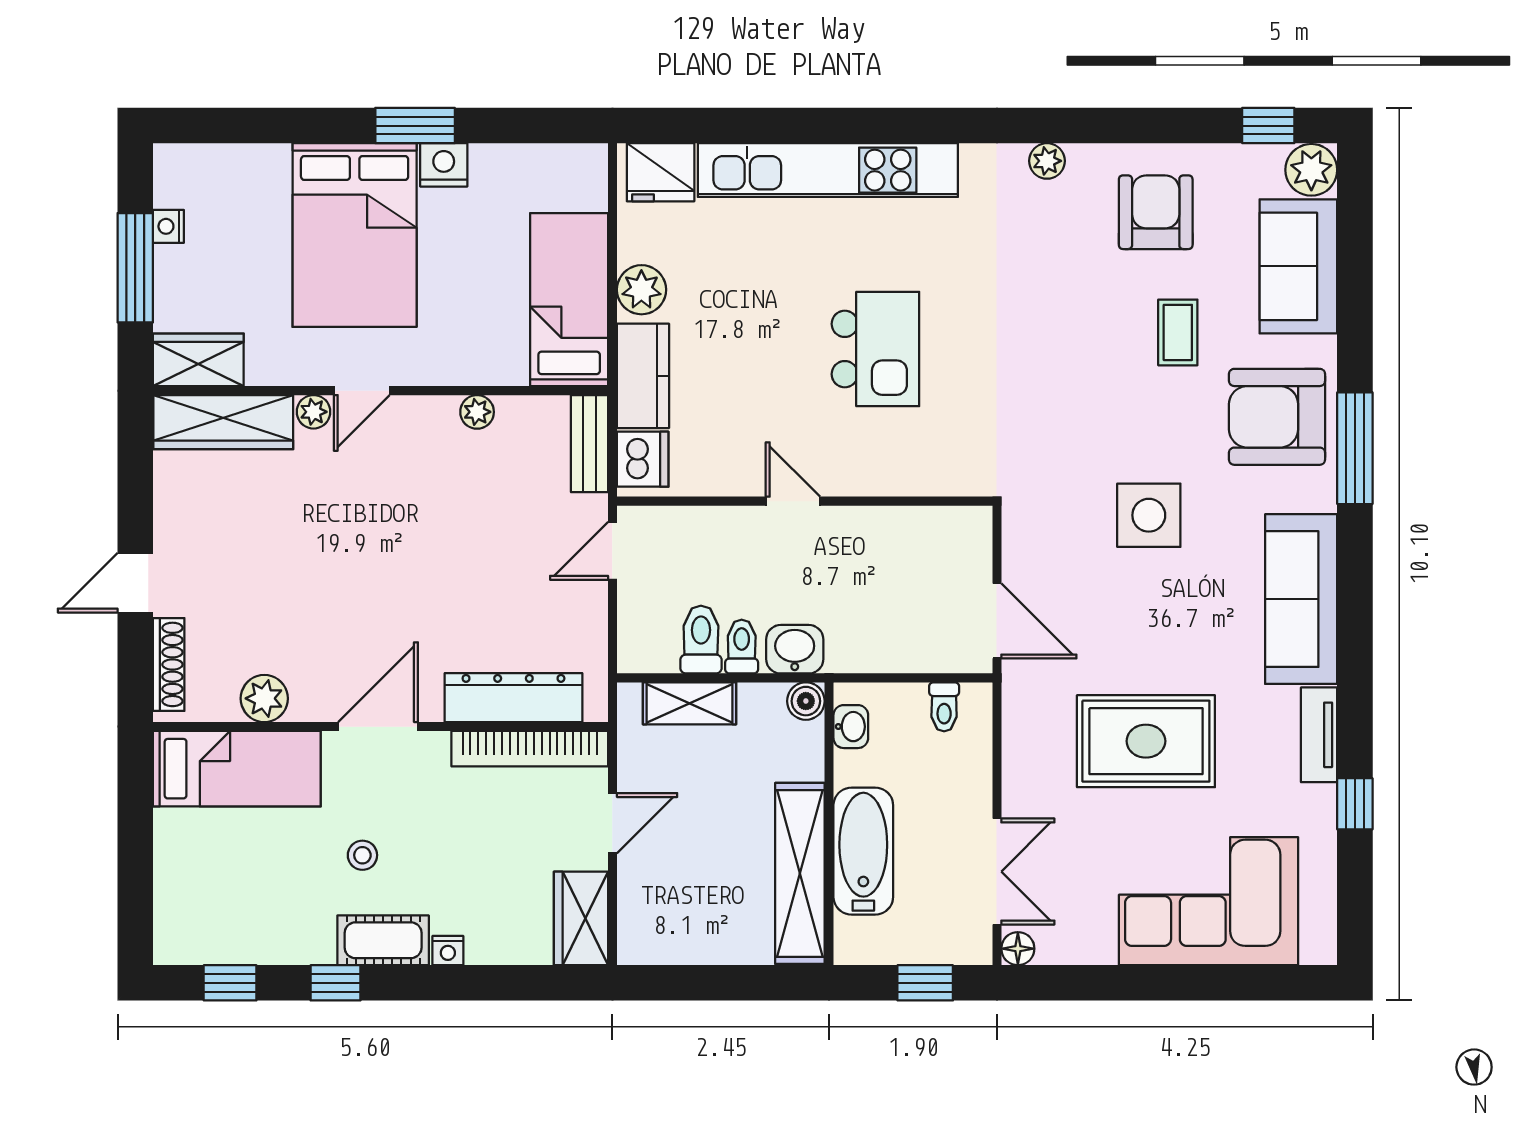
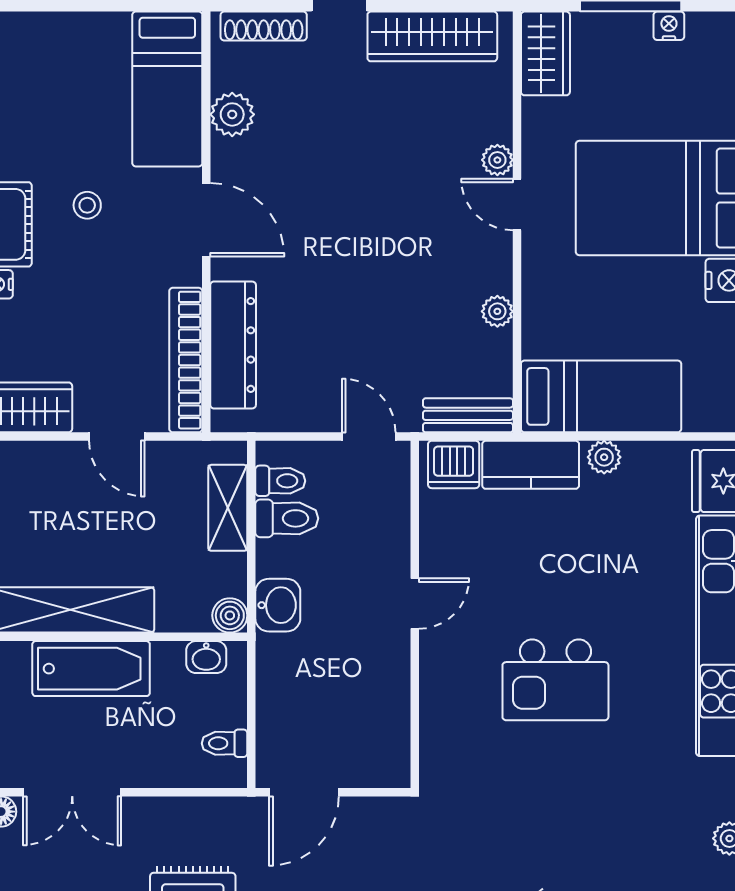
plant: (641, 290) -> (604, 457), width x0.73, depth x0.73
wardrobe: (223, 422) -> (432, 36), moved, turned -90
toilet: (742, 647) -> (280, 481), moved

